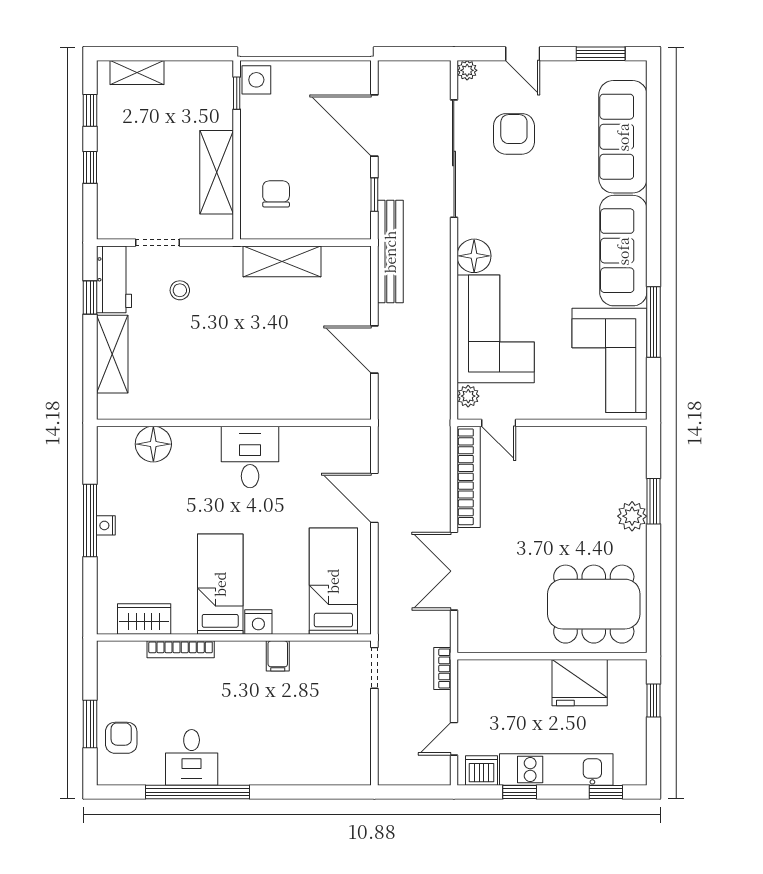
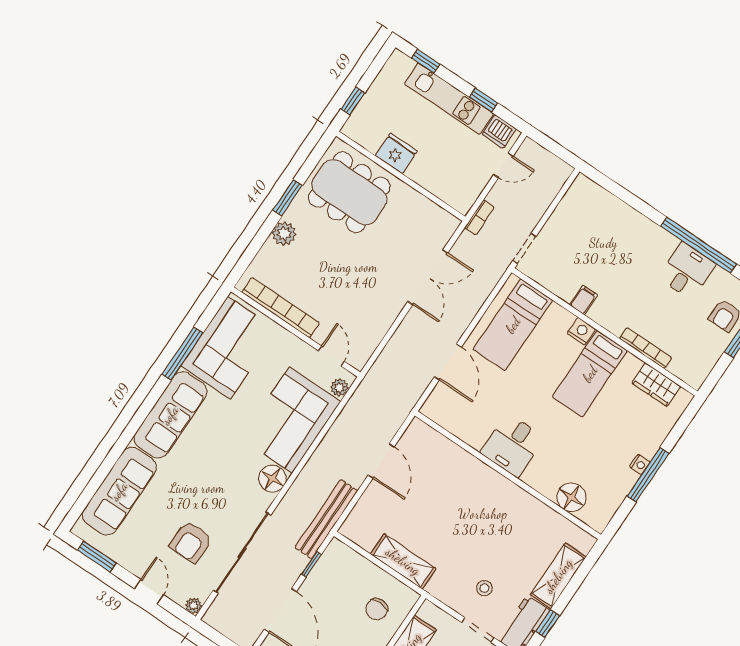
bookcase: (469, 477) -> (281, 308), moved, turned 90
window: (654, 501) -> (288, 198), moved
fridge: (580, 683) -> (396, 153), width x0.73, depth x0.75

